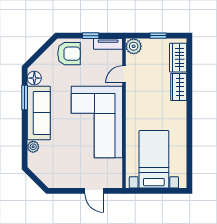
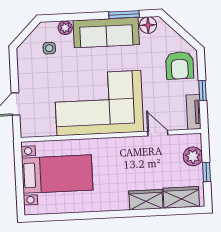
plant: (134, 46) -> (193, 156), moved
side table: (49, 161) -> (49, 48), added

